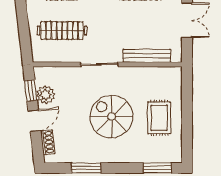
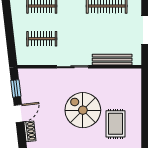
clothes rail: (62, 31) -> (42, 39), width x0.73
plant: (46, 95) -> (28, 92), removed
rug: (159, 118) -> (116, 124), moved

